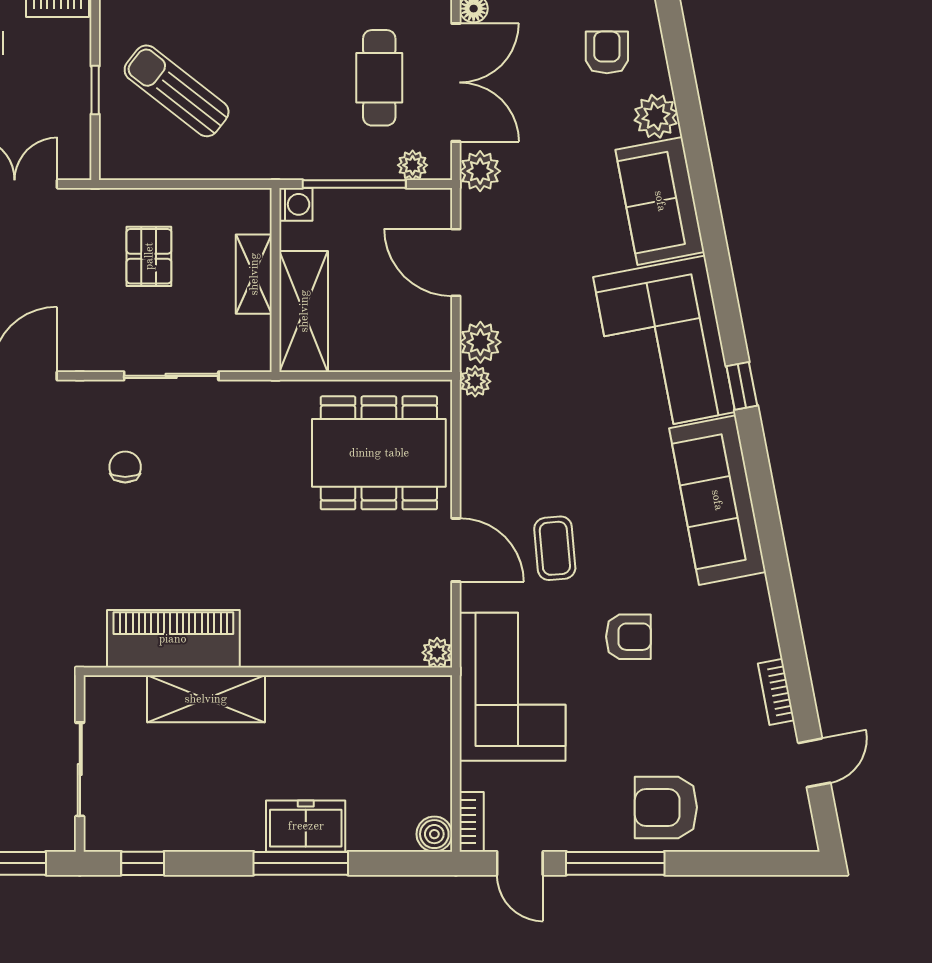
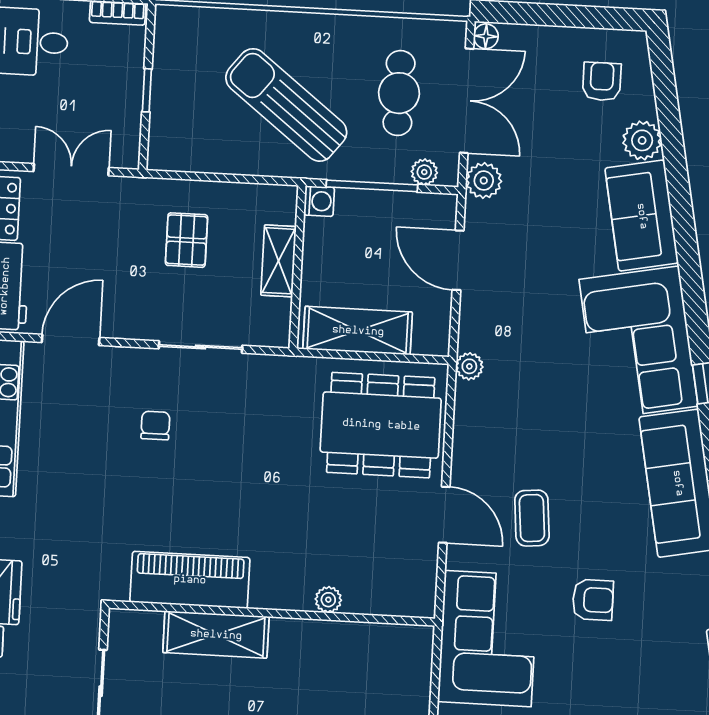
sun lounger: (177, 91) -> (286, 105), moved, width x1.36, depth x1.34
shelving: (304, 311) -> (358, 331), moved, turned 90
plant: (480, 342) -> (476, 332), removed
plant: (437, 653) -> (328, 600), moved

